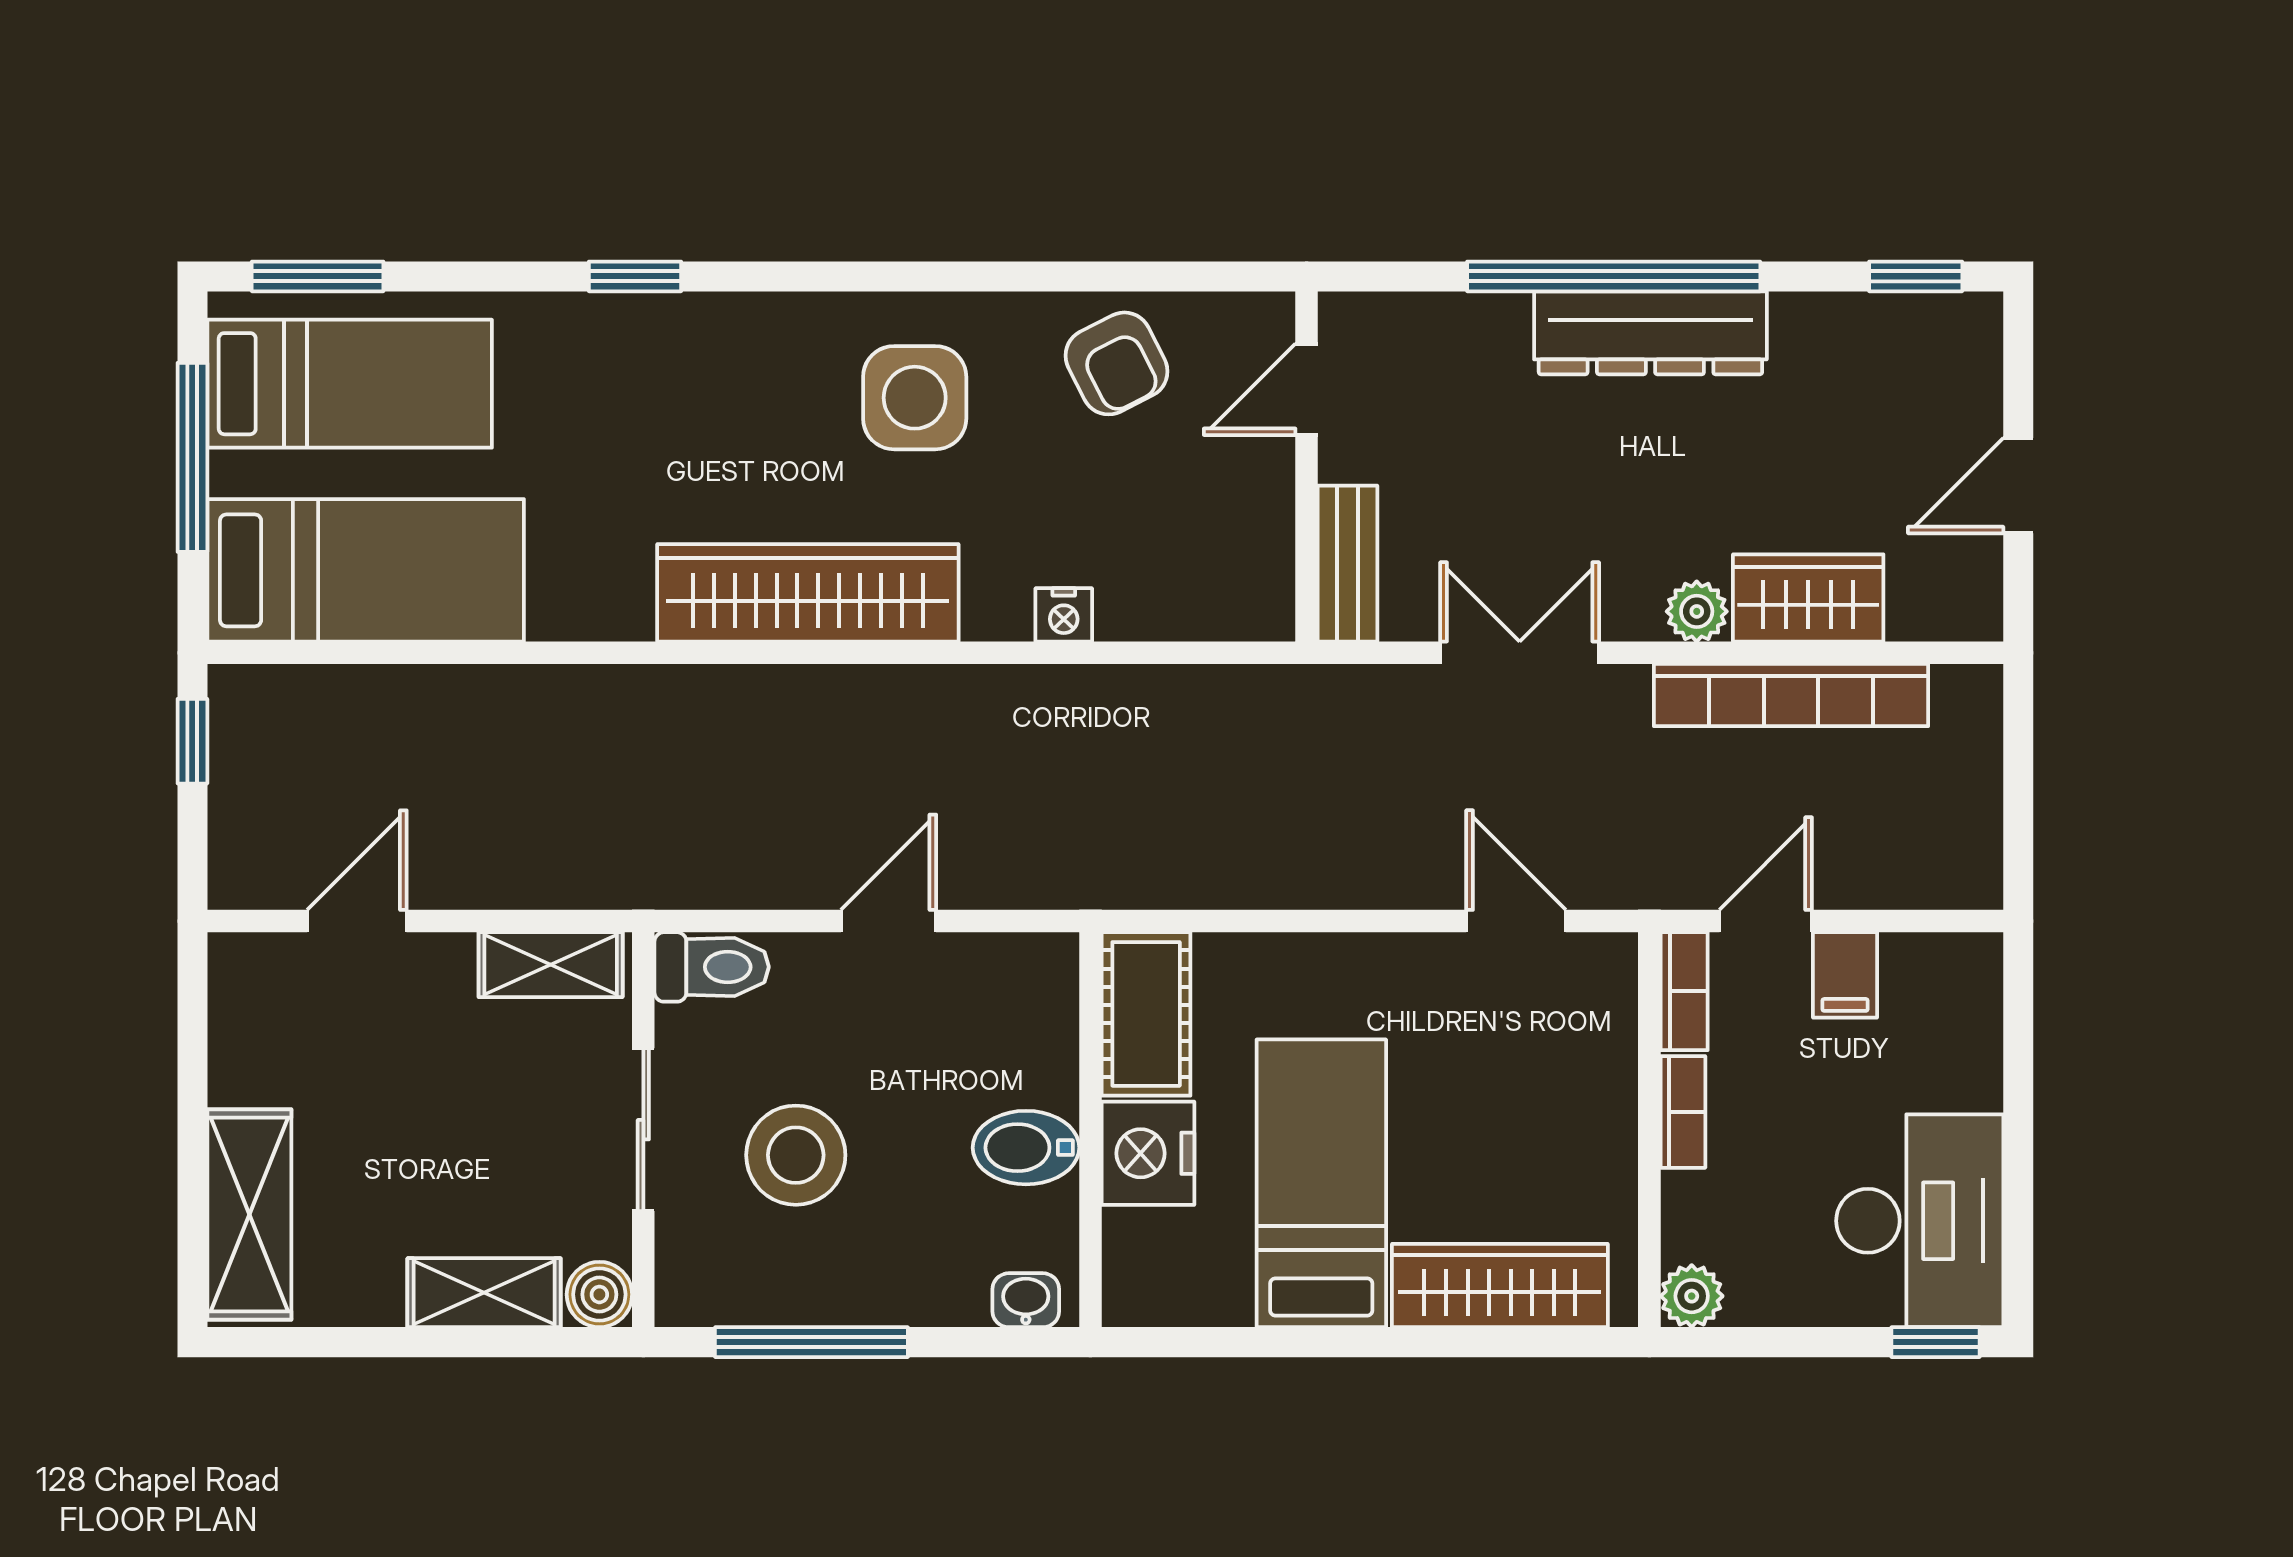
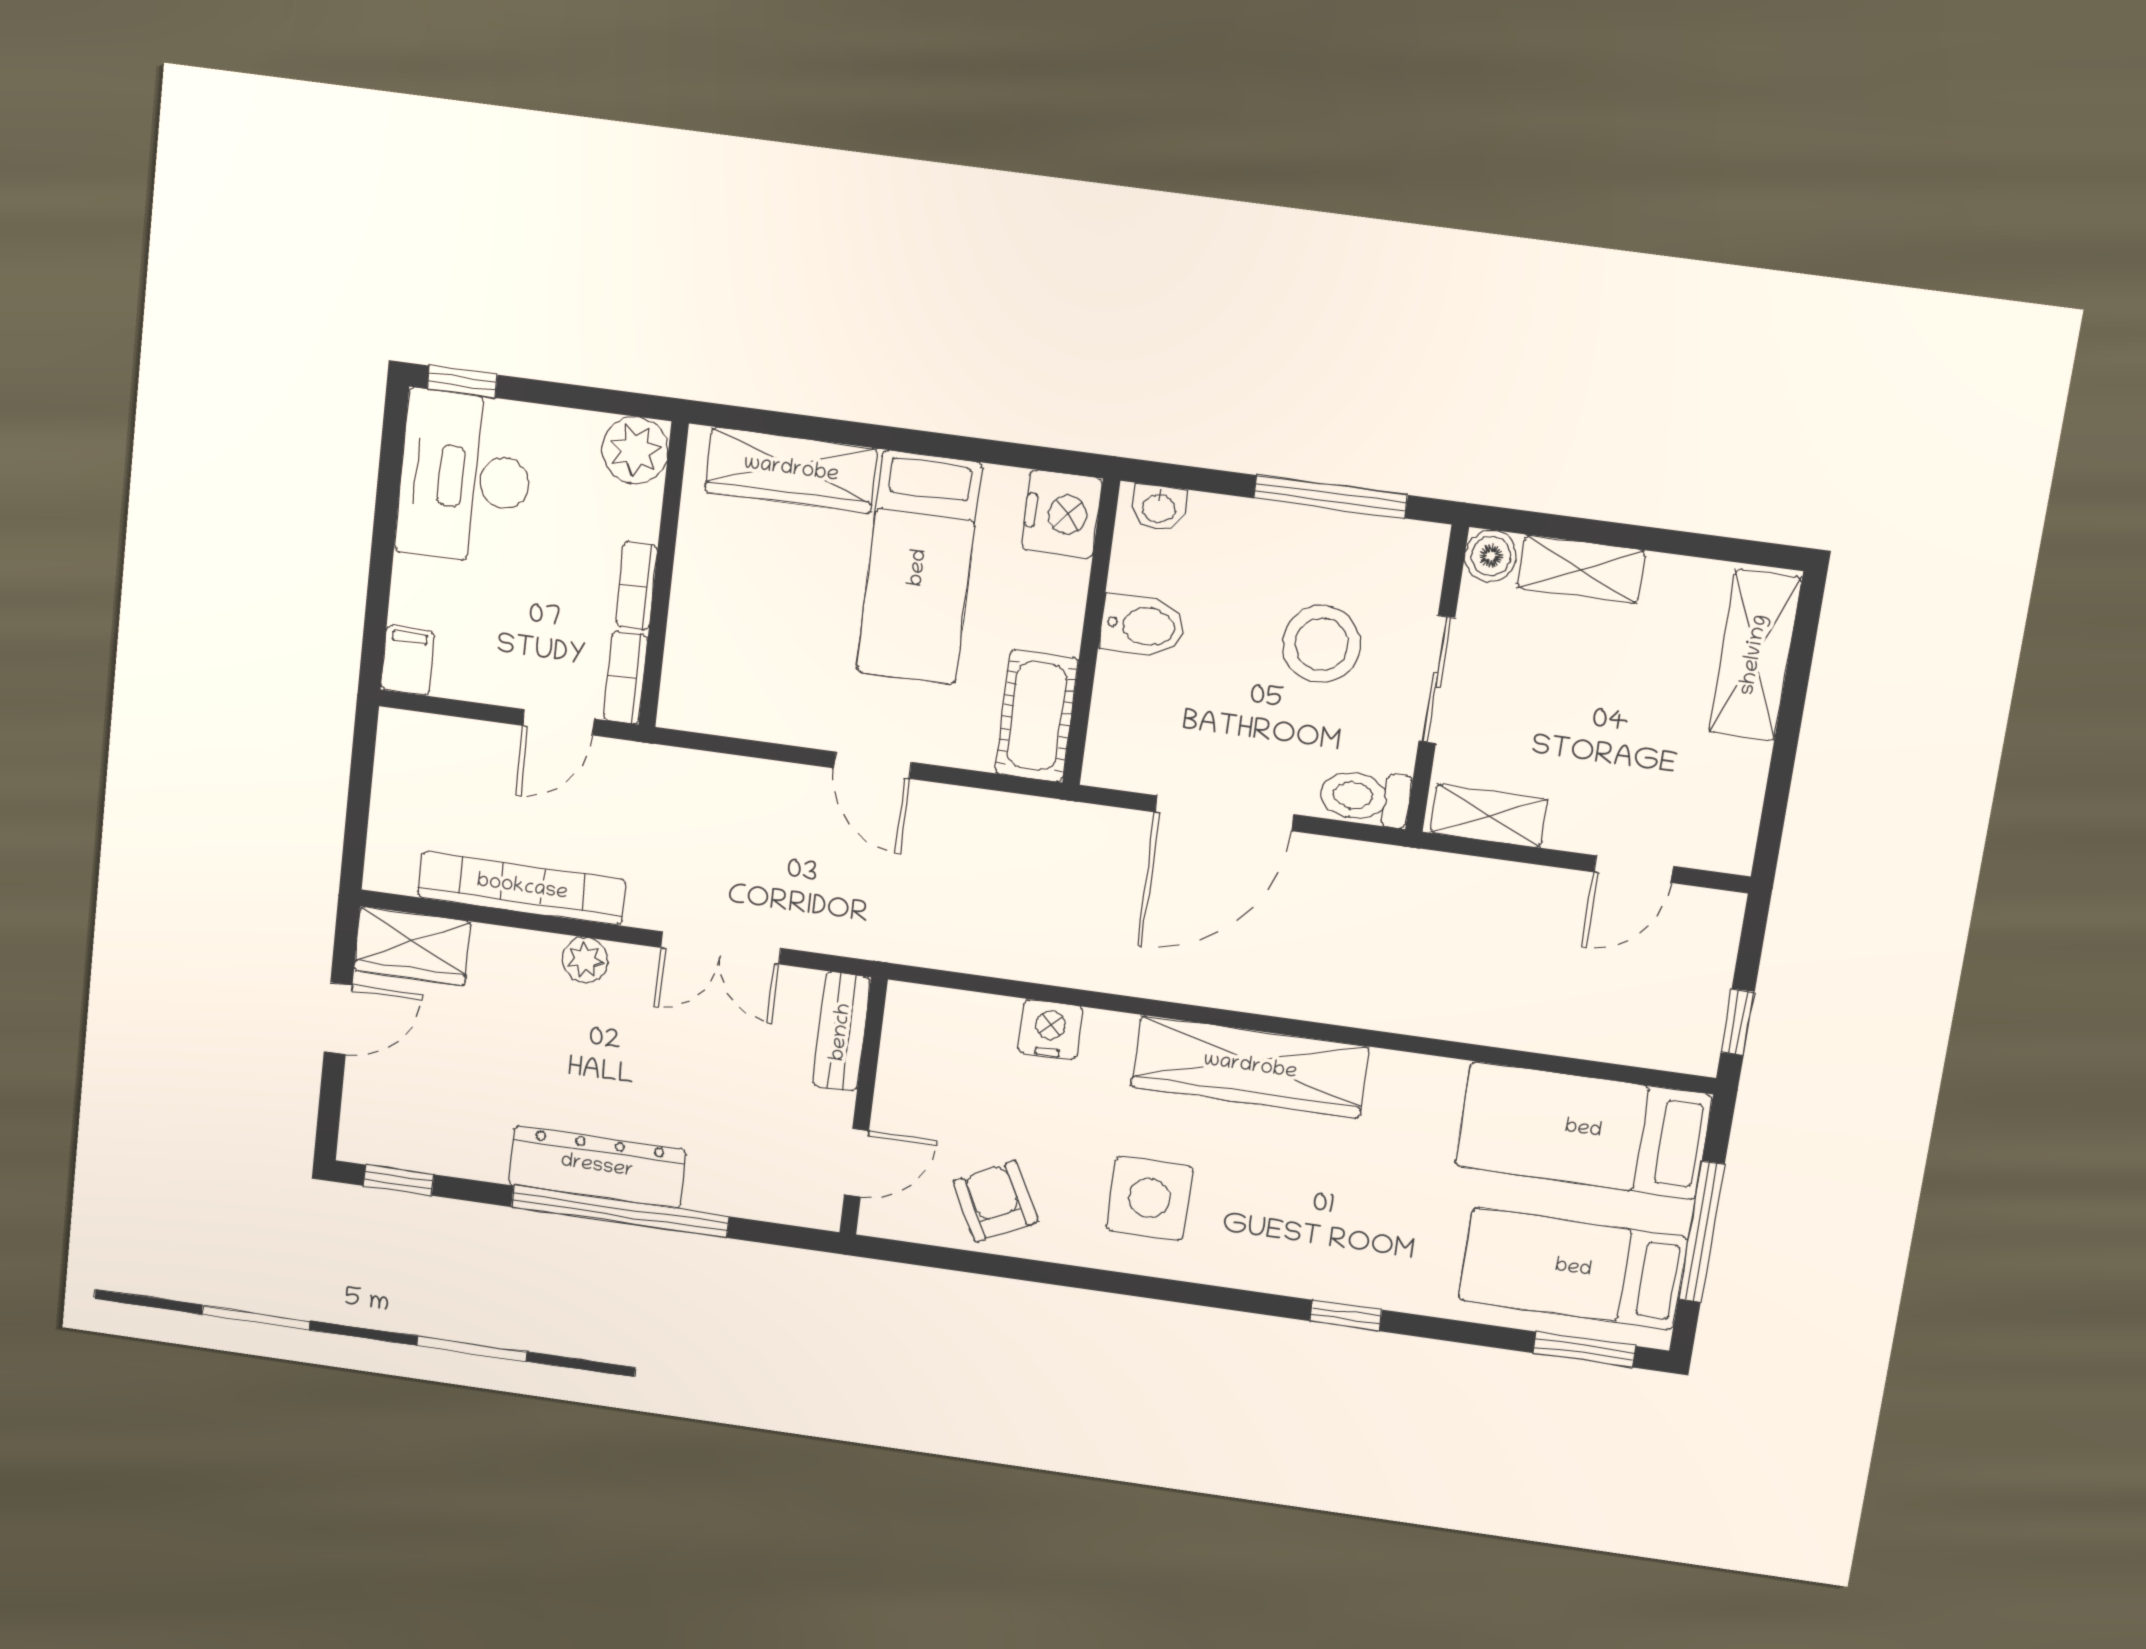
wardrobe: (1808, 598) -> (413, 946), moved
nightstand: (1064, 615) -> (1050, 1029), width x1.39, depth x1.35
door: (889, 921) -> (1224, 813), width x1.88
door: (1516, 921) -> (873, 765), moved
filing cabinet: (1845, 975) -> (408, 660), moved
nightstand: (1148, 1153) -> (1062, 514), moved
plant: (1692, 1296) -> (635, 450), width x1.38, depth x1.38

